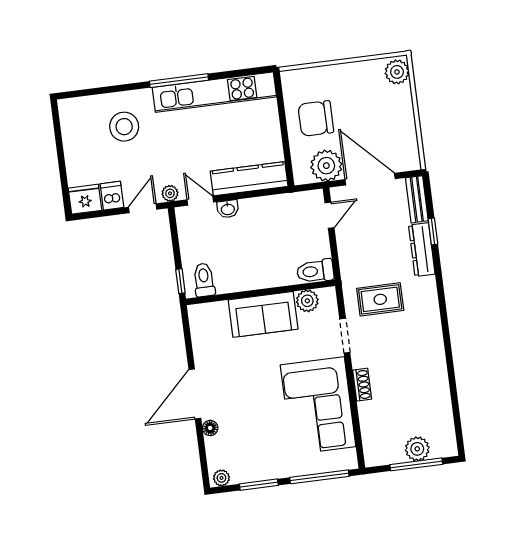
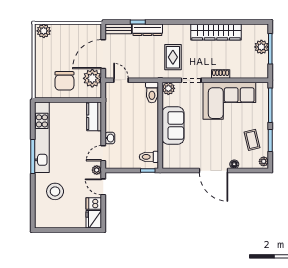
kitchen counter: (249, 179) -> (94, 116), width x0.67
plant: (307, 301) -> (168, 88), moved
wardrobe: (433, 368) -> (216, 32), added
coffee table: (256, 453) -> (252, 140), added

